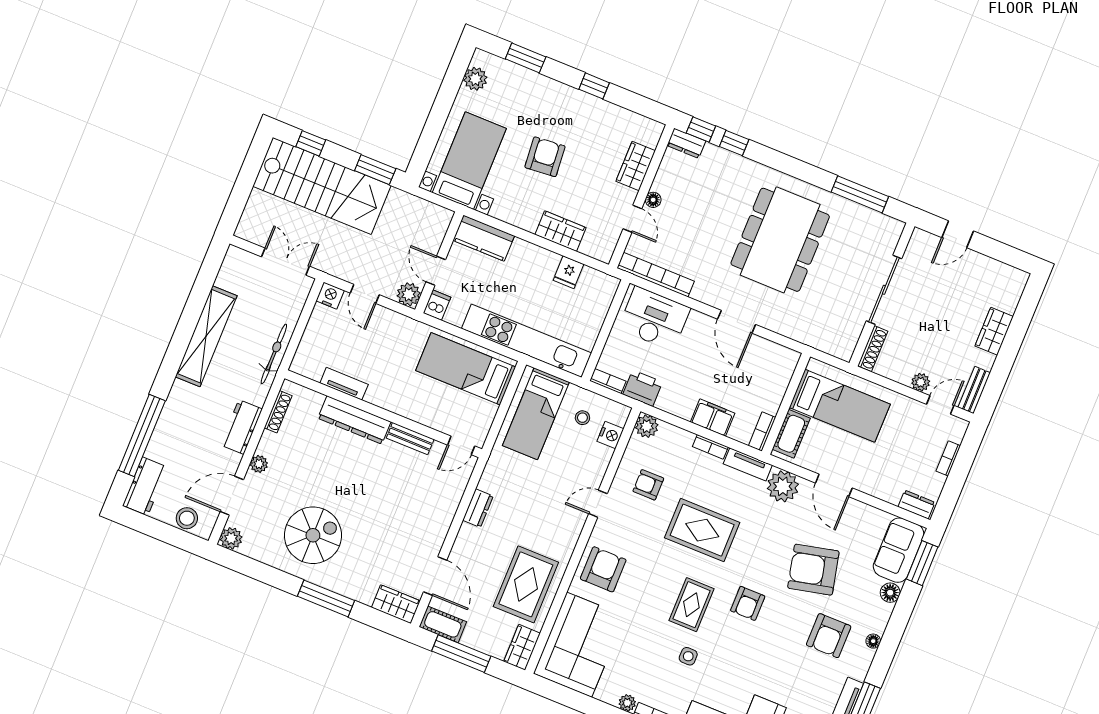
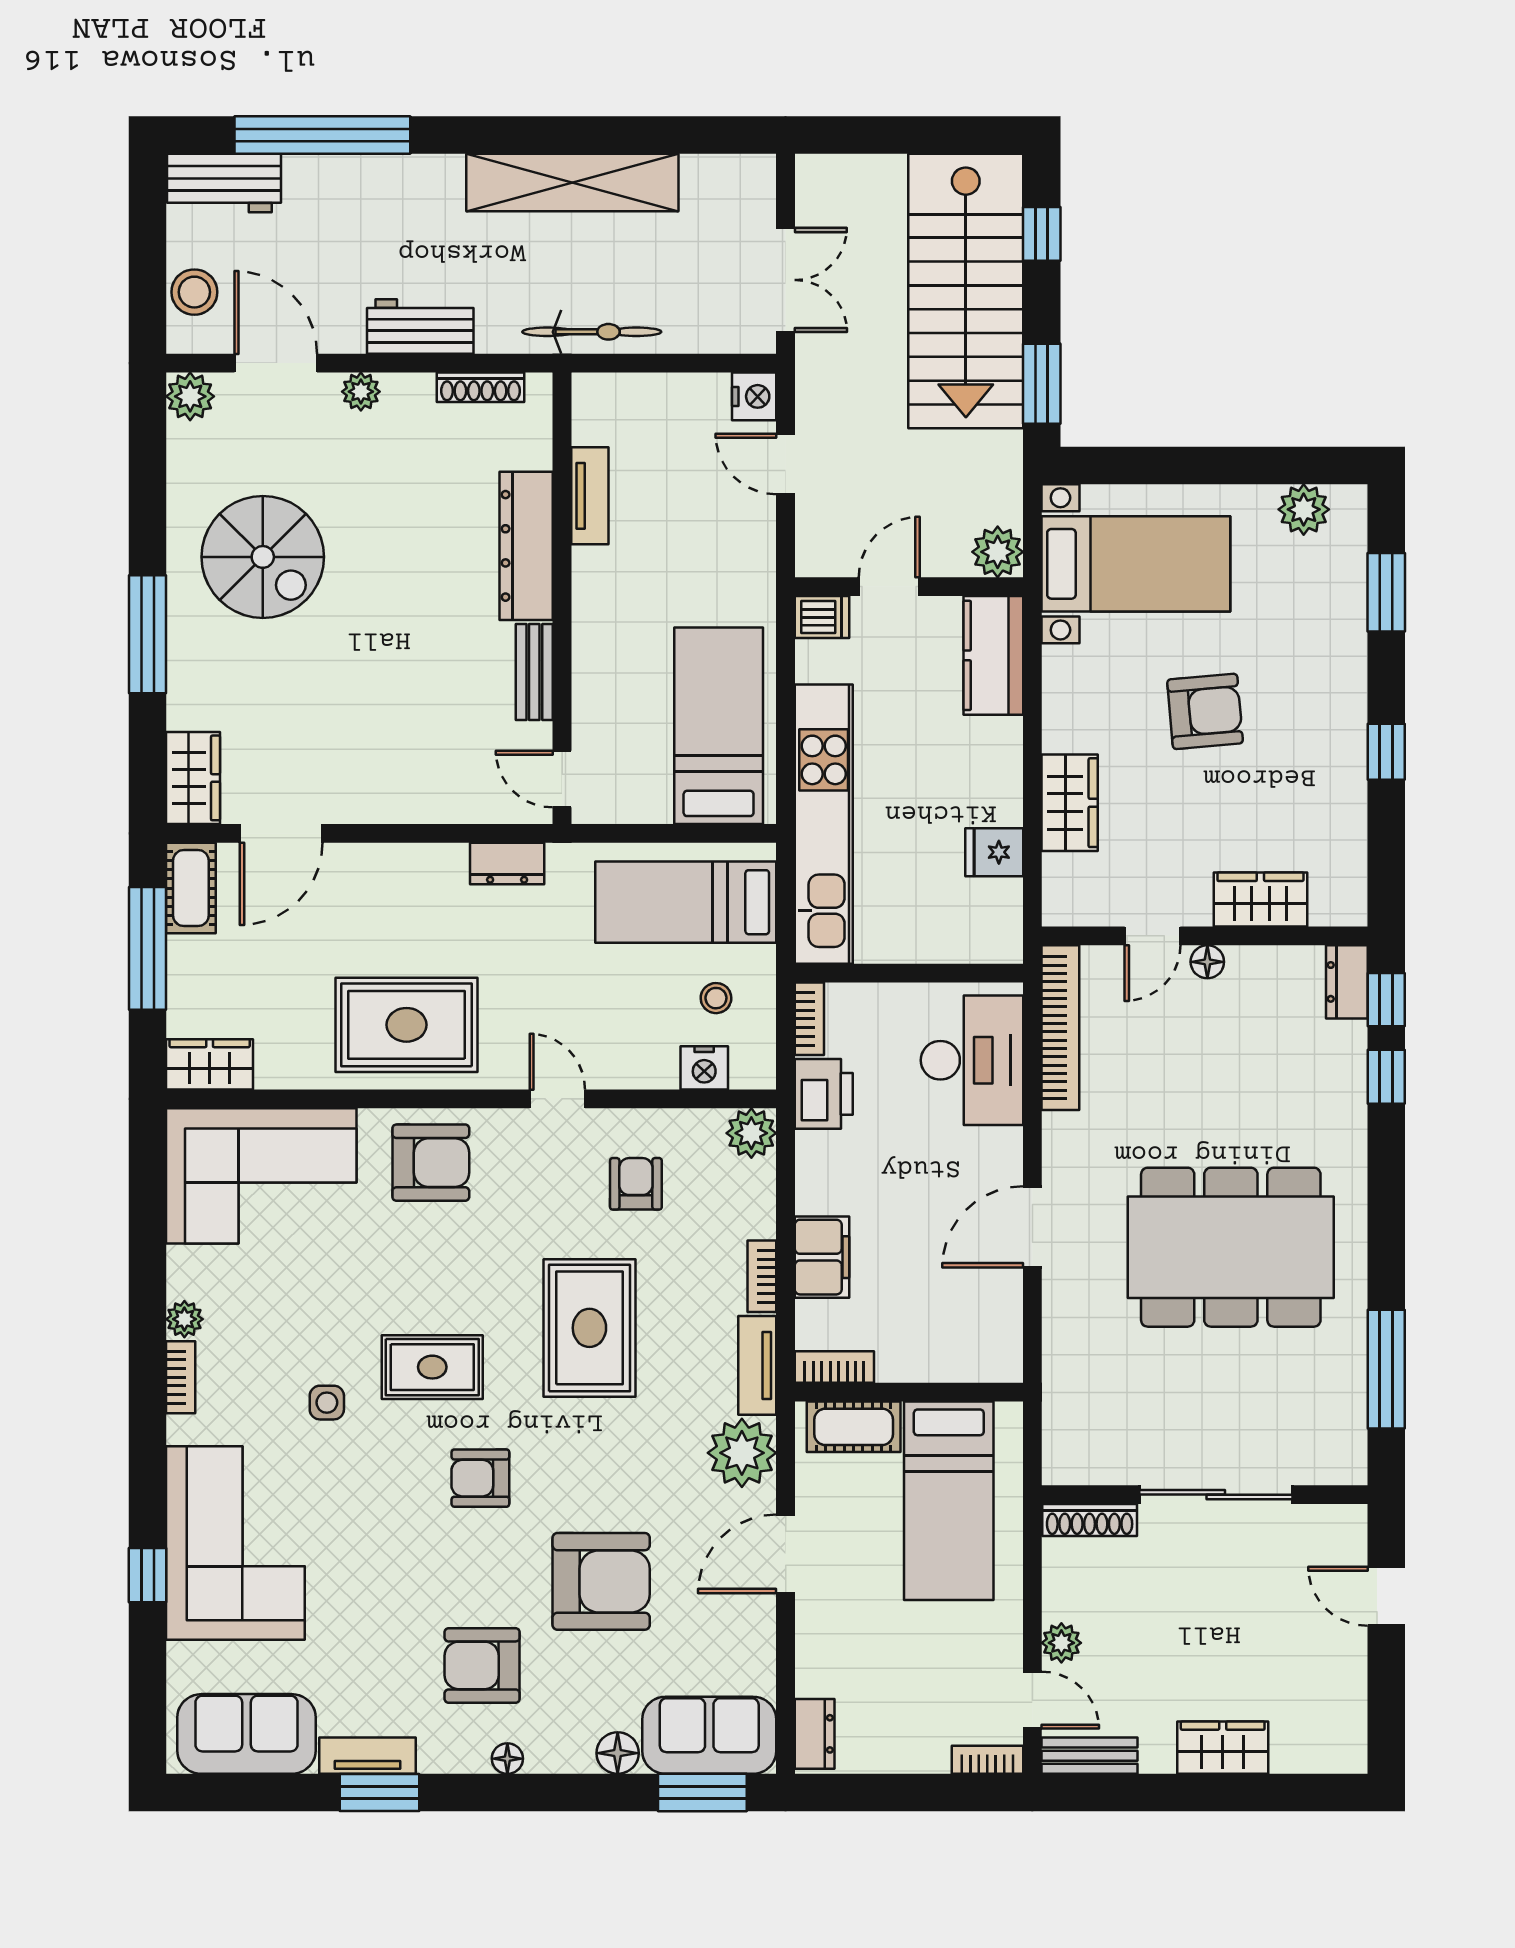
door: (365, 294) -> (786, 464), hinge flipped
plant: (409, 294) -> (998, 552), moved
bookcase: (948, 458) -> (987, 1760), moved
dresser: (478, 508) -> (507, 864), moved
armchair: (813, 570) -> (601, 1581), turned 103
rug: (526, 584) -> (406, 1025), moved

